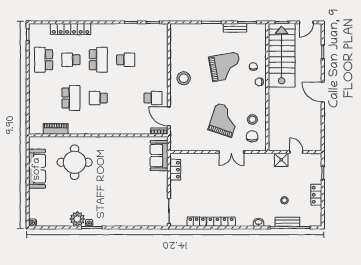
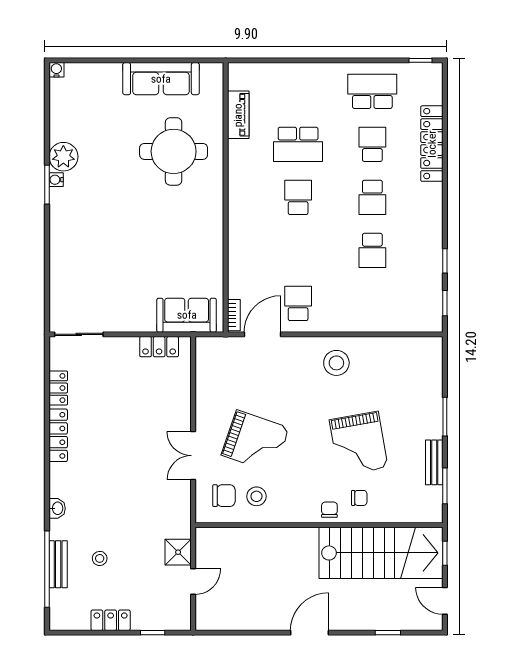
school desk: (98, 60) -> (372, 197), width x0.54
school desk: (153, 98) -> (298, 303), turned 180

